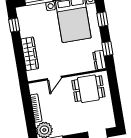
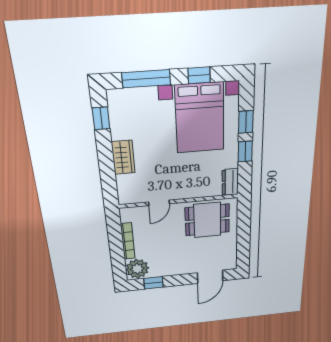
window: (107, 49) -> (245, 151), moved
wardrobe: (30, 54) -> (123, 157), width x0.67

